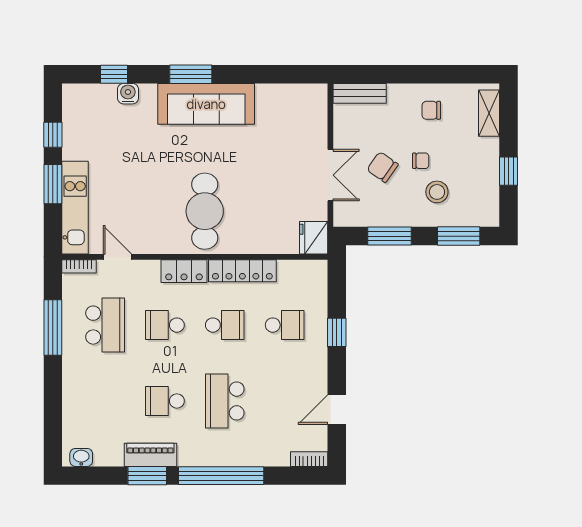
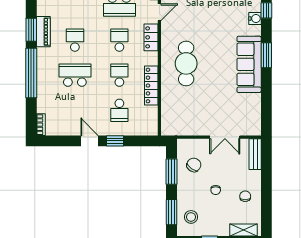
chair: (383, 167) -> (194, 165), moved
double door: (330, 175) -> (225, 137), moved
stool: (437, 192) -> (191, 217), moved
cafe table: (205, 211) -> (186, 63), turned 90
fridge: (314, 238) -> (171, 127), removed
locker: (184, 271) -> (151, 37), moved
school desk: (225, 325) -> (119, 75), turned 180
door: (337, 410) -> (89, 141), moved

